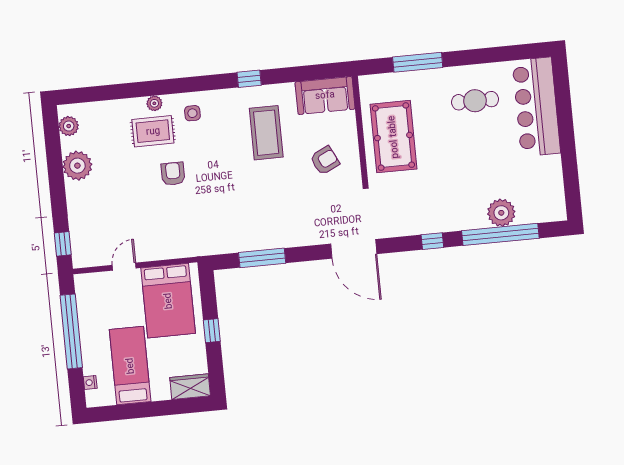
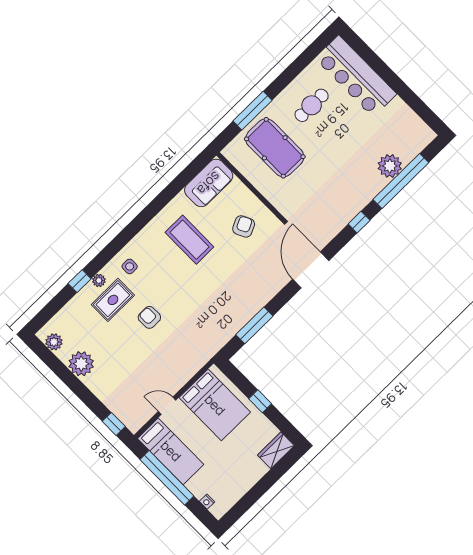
window: (249, 79) -> (80, 281), moved
pool table: (393, 137) -> (275, 148), moved
door: (354, 249) -> (311, 270), swing flipped
door: (124, 267) -> (167, 406), hinge flipped
bed: (130, 366) -> (171, 451), moved, turned 180

